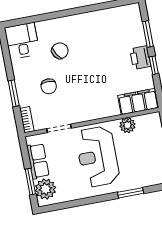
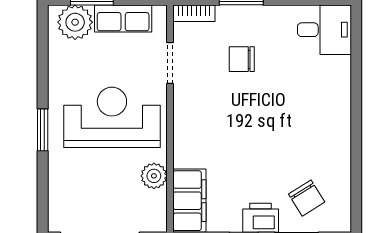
chair: (60, 51) -> (307, 198), moved
window: (131, 193) -> (43, 130), moved

